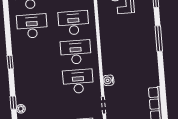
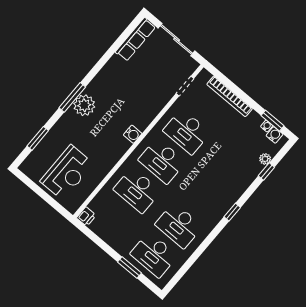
plant: (148, 41) -> (84, 105), added
water cooler: (108, 80) -> (133, 134), moved

